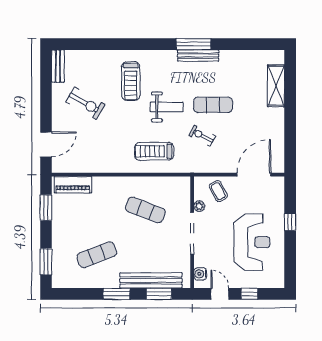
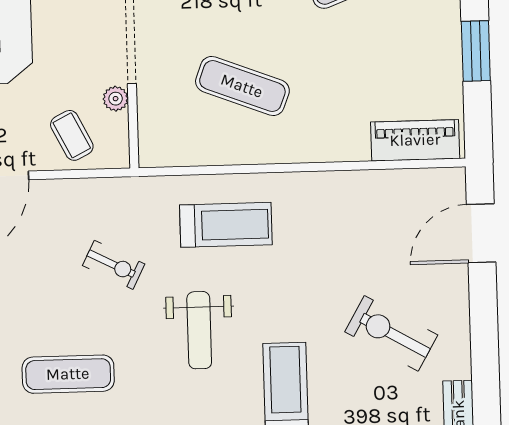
exercise mat: (213, 105) -> (68, 374), moved
weight bench: (167, 107) -> (199, 330), turned -90
window: (46, 208) -> (476, 51), moved

